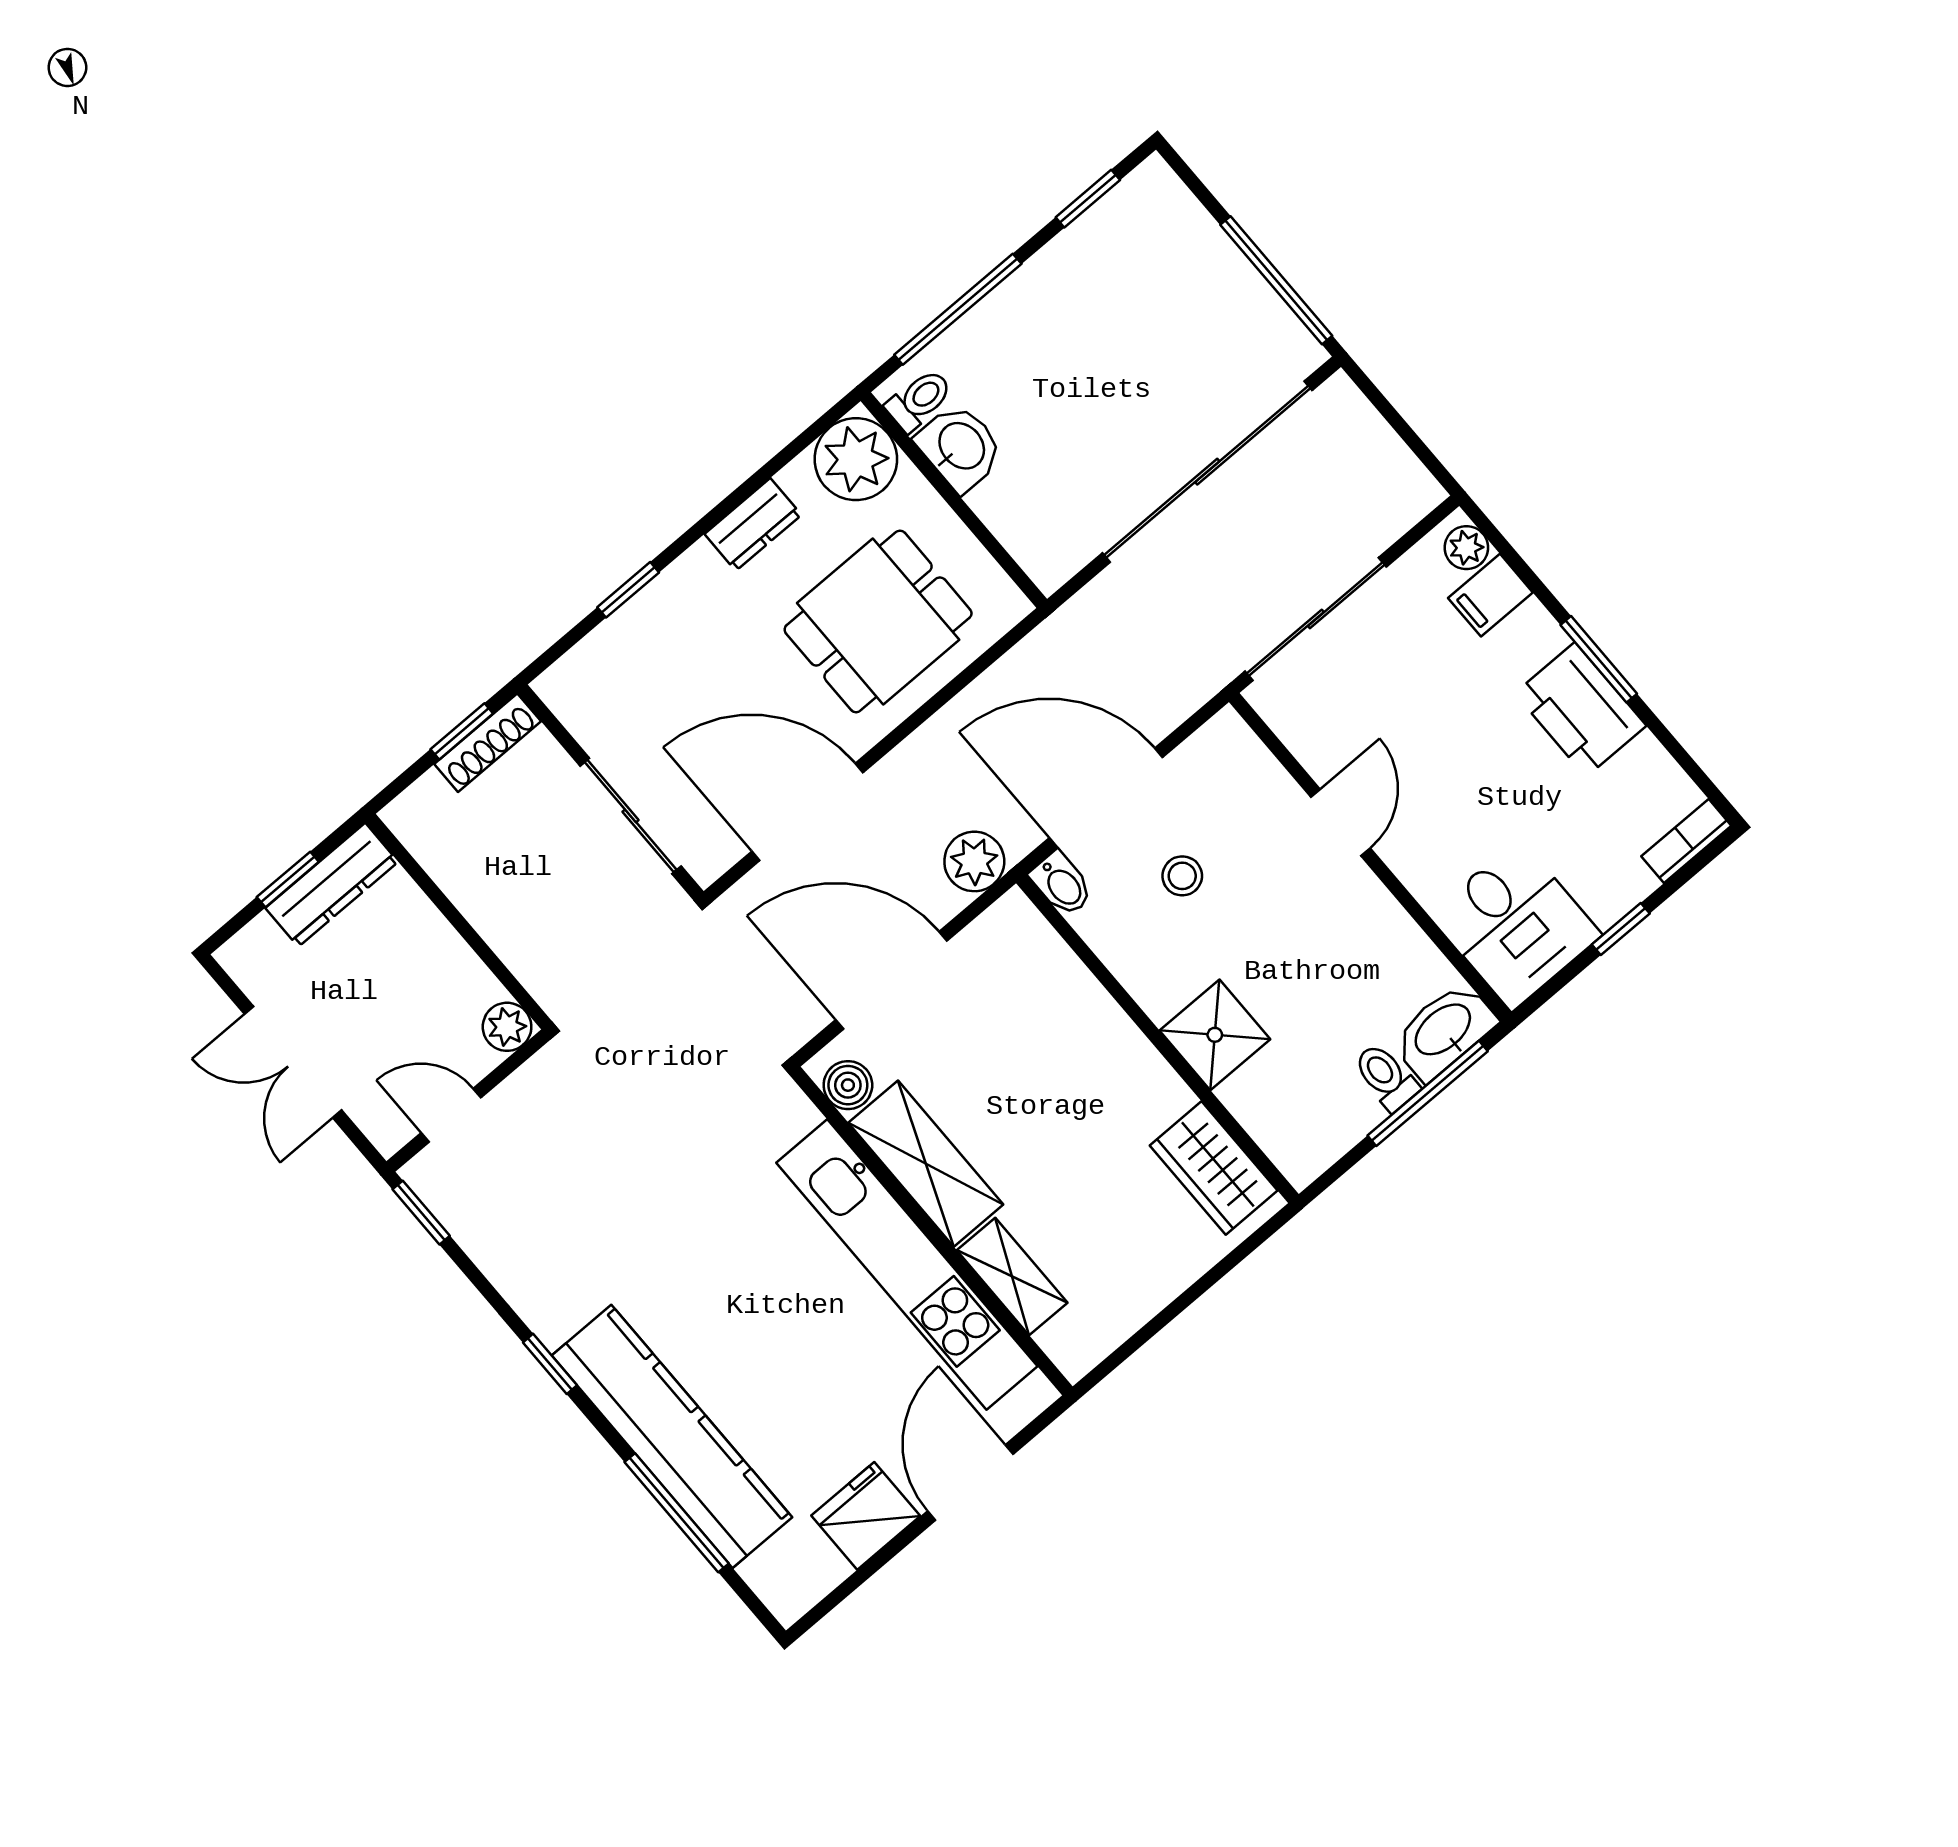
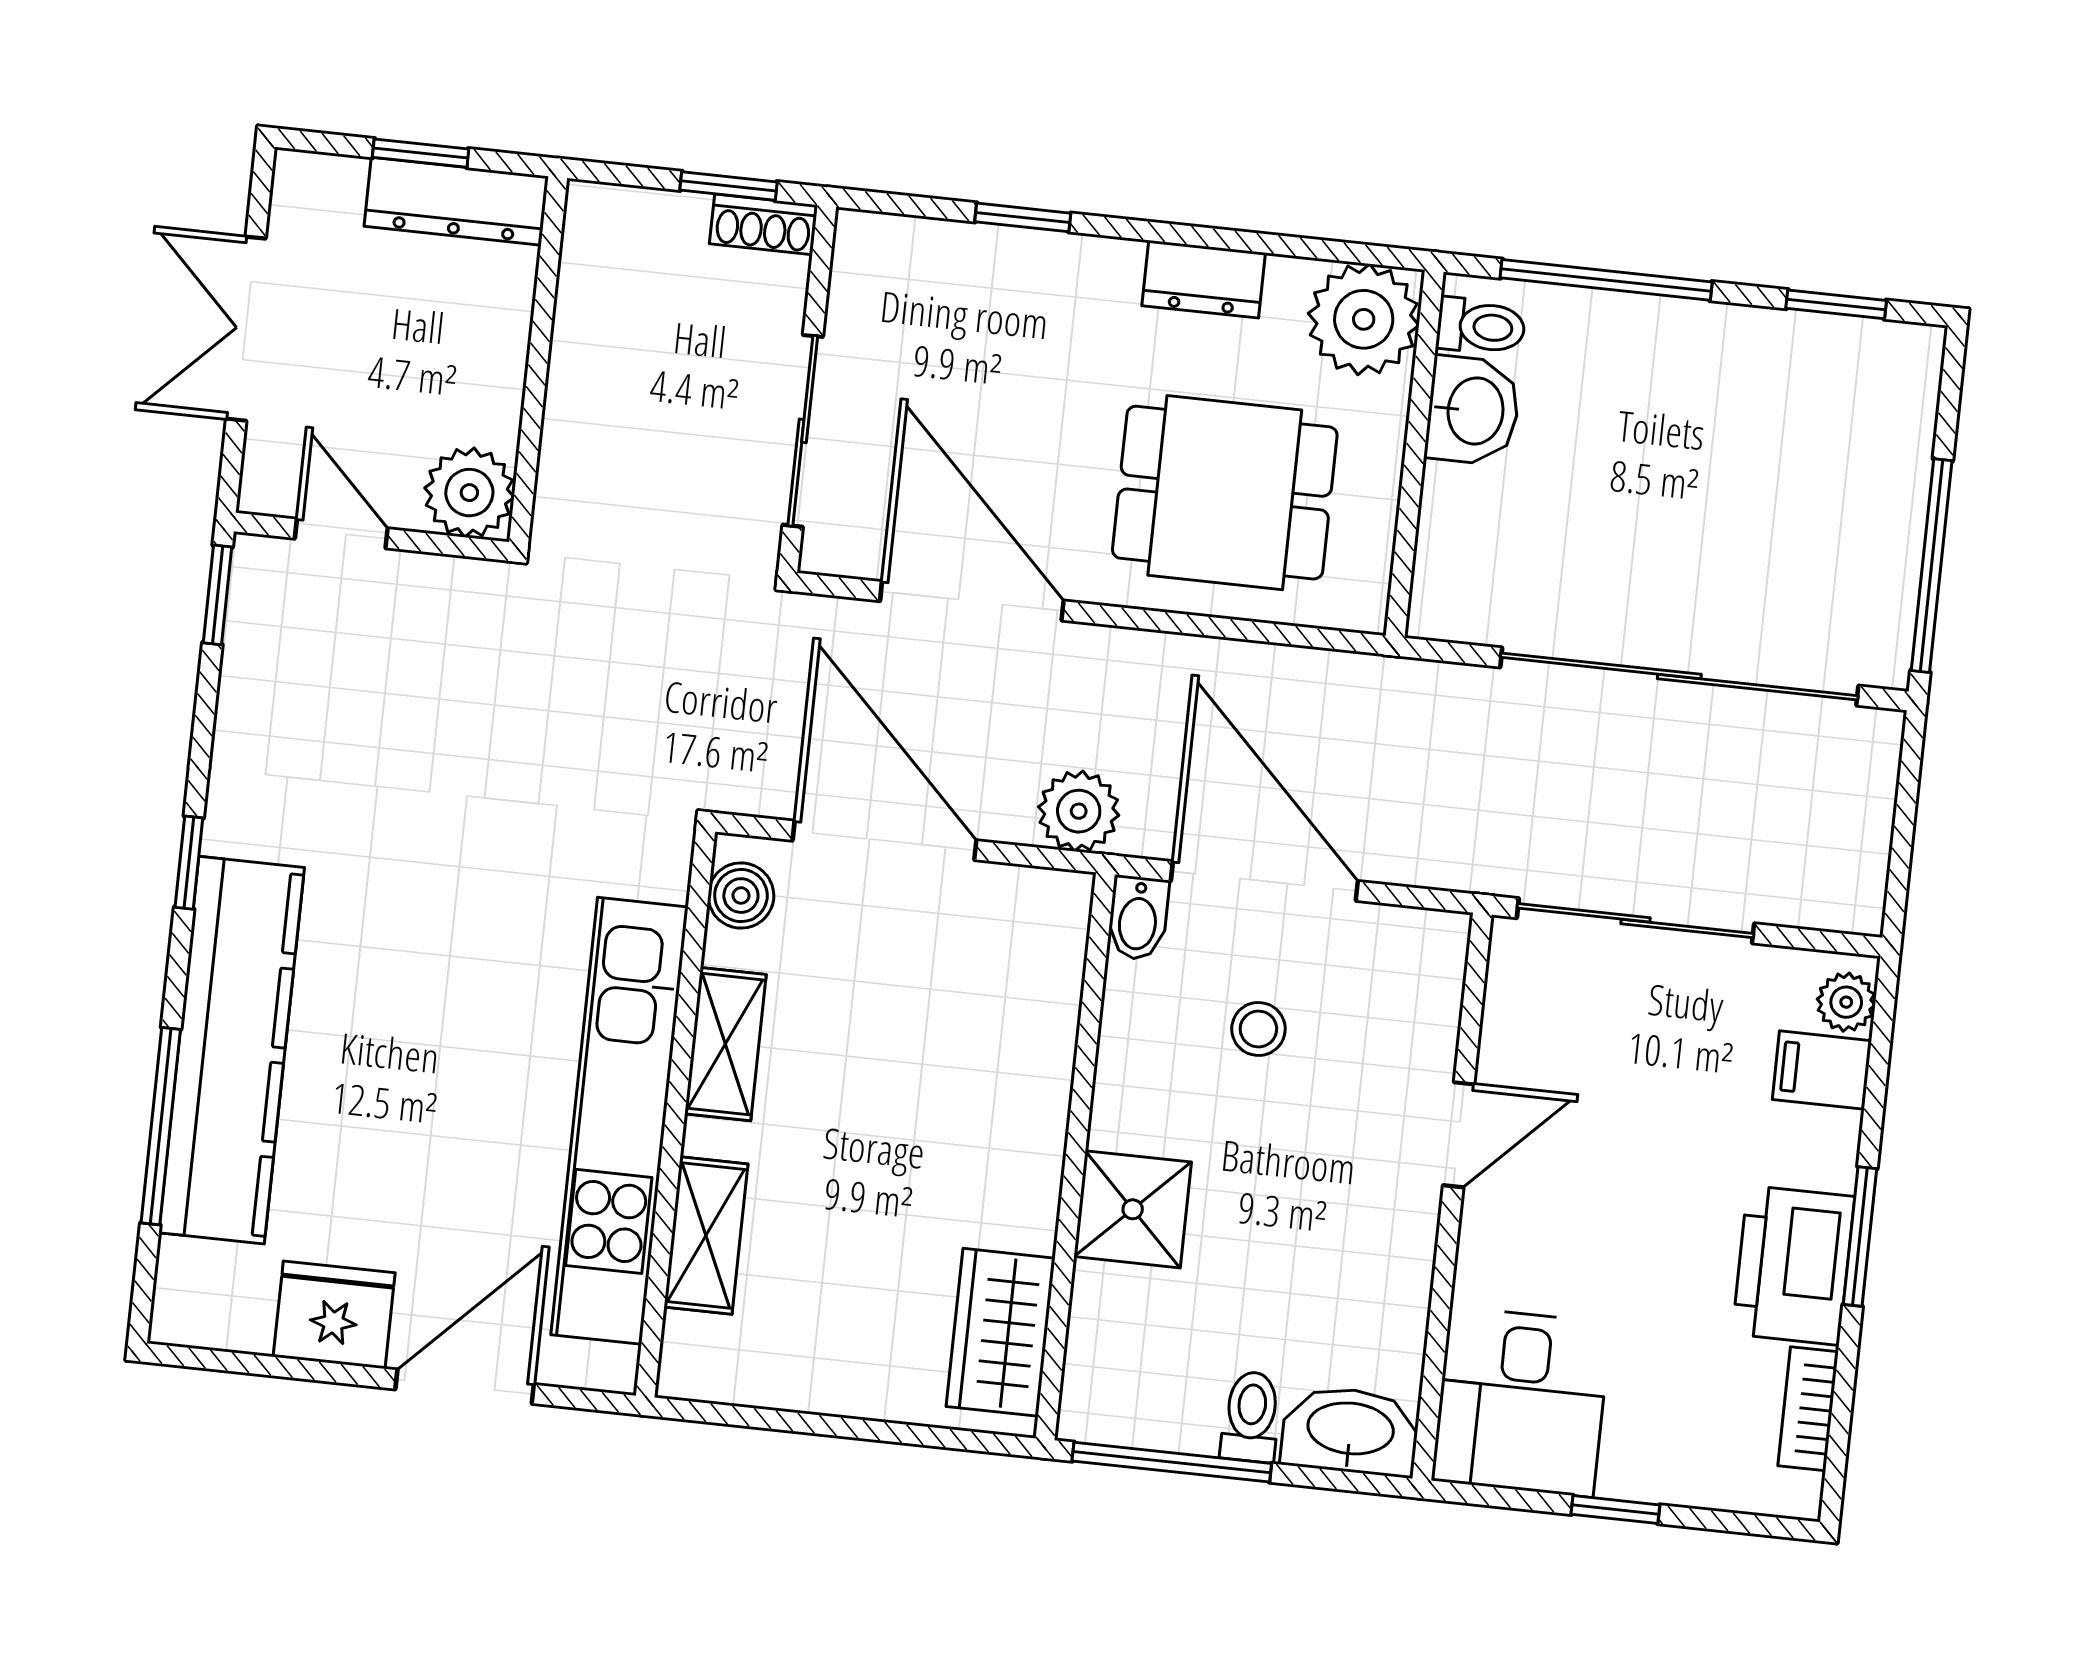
shoe rack: (488, 743) -> (764, 224), width x0.70
bookcase: (1686, 841) -> (1808, 1409), moved, turned -90
plant: (507, 1027) -> (469, 493), width x1.38, depth x1.38
window: (1428, 1093) -> (1172, 1462), moved
shelving: (926, 1164) -> (725, 1044), width x0.67, depth x0.75

